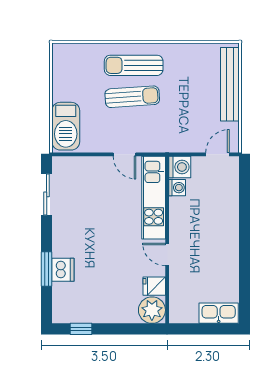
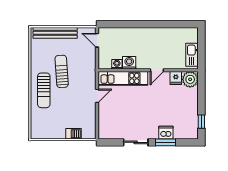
sun lounger: (132, 97) -> (62, 71), moved
barbecue: (66, 126) -> (73, 134), width x0.53, depth x0.65
washing machine: (180, 167) -> (129, 63), moved
sliding door: (47, 194) -> (136, 142), moved
kitchen sink: (219, 313) -> (192, 55), moved

